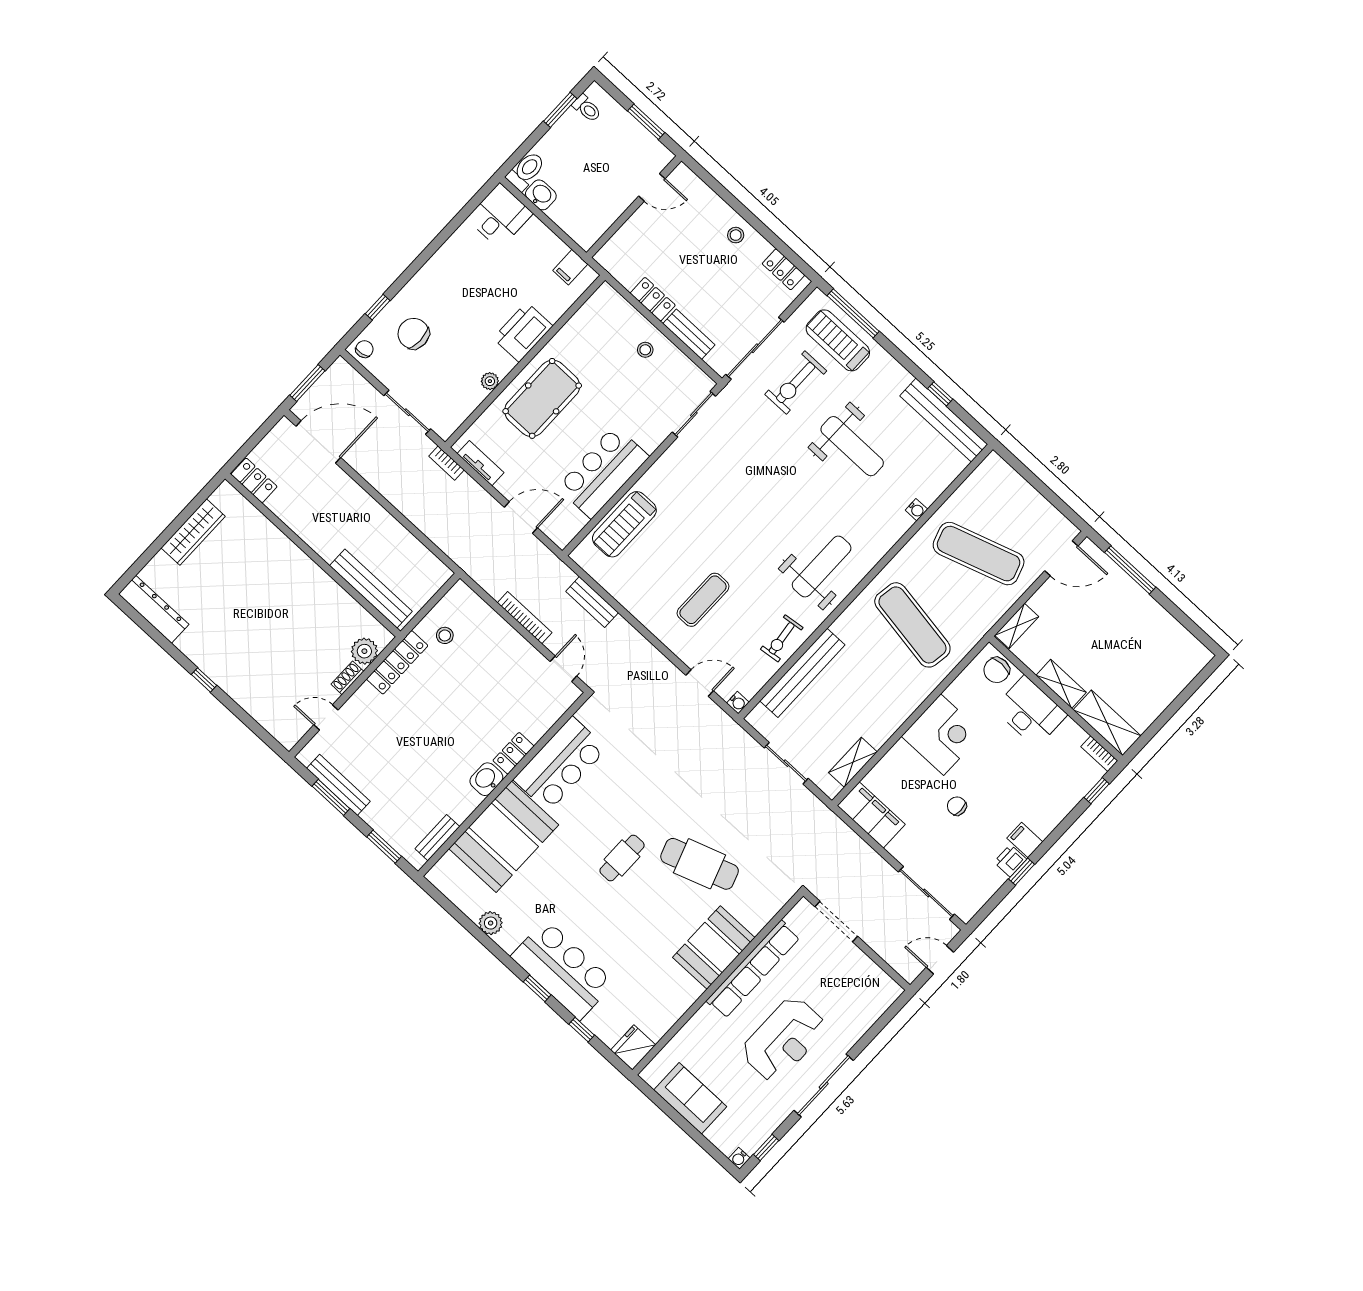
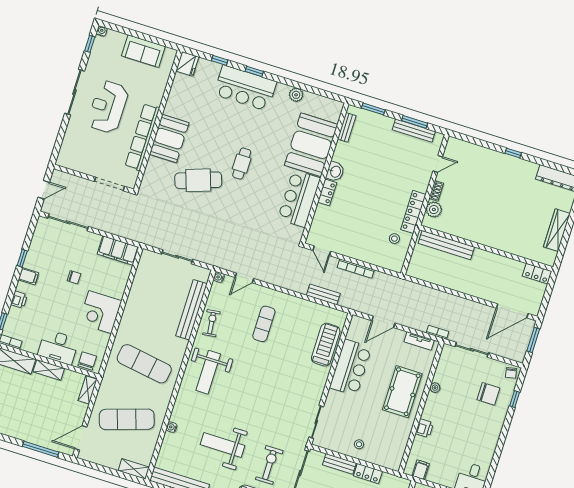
printer: (523, 332) -> (424, 428), width x0.53, depth x0.68
shelving: (853, 762) -> (134, 469), moved, turned 90
printer: (1010, 861) -> (19, 300), moved

